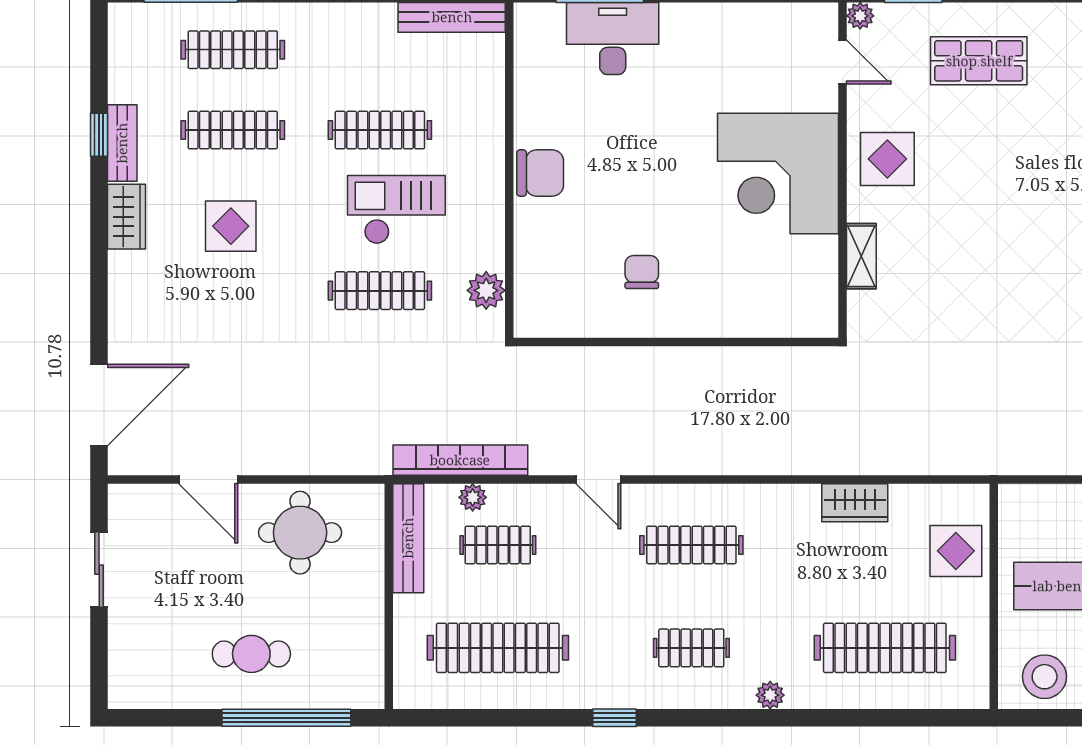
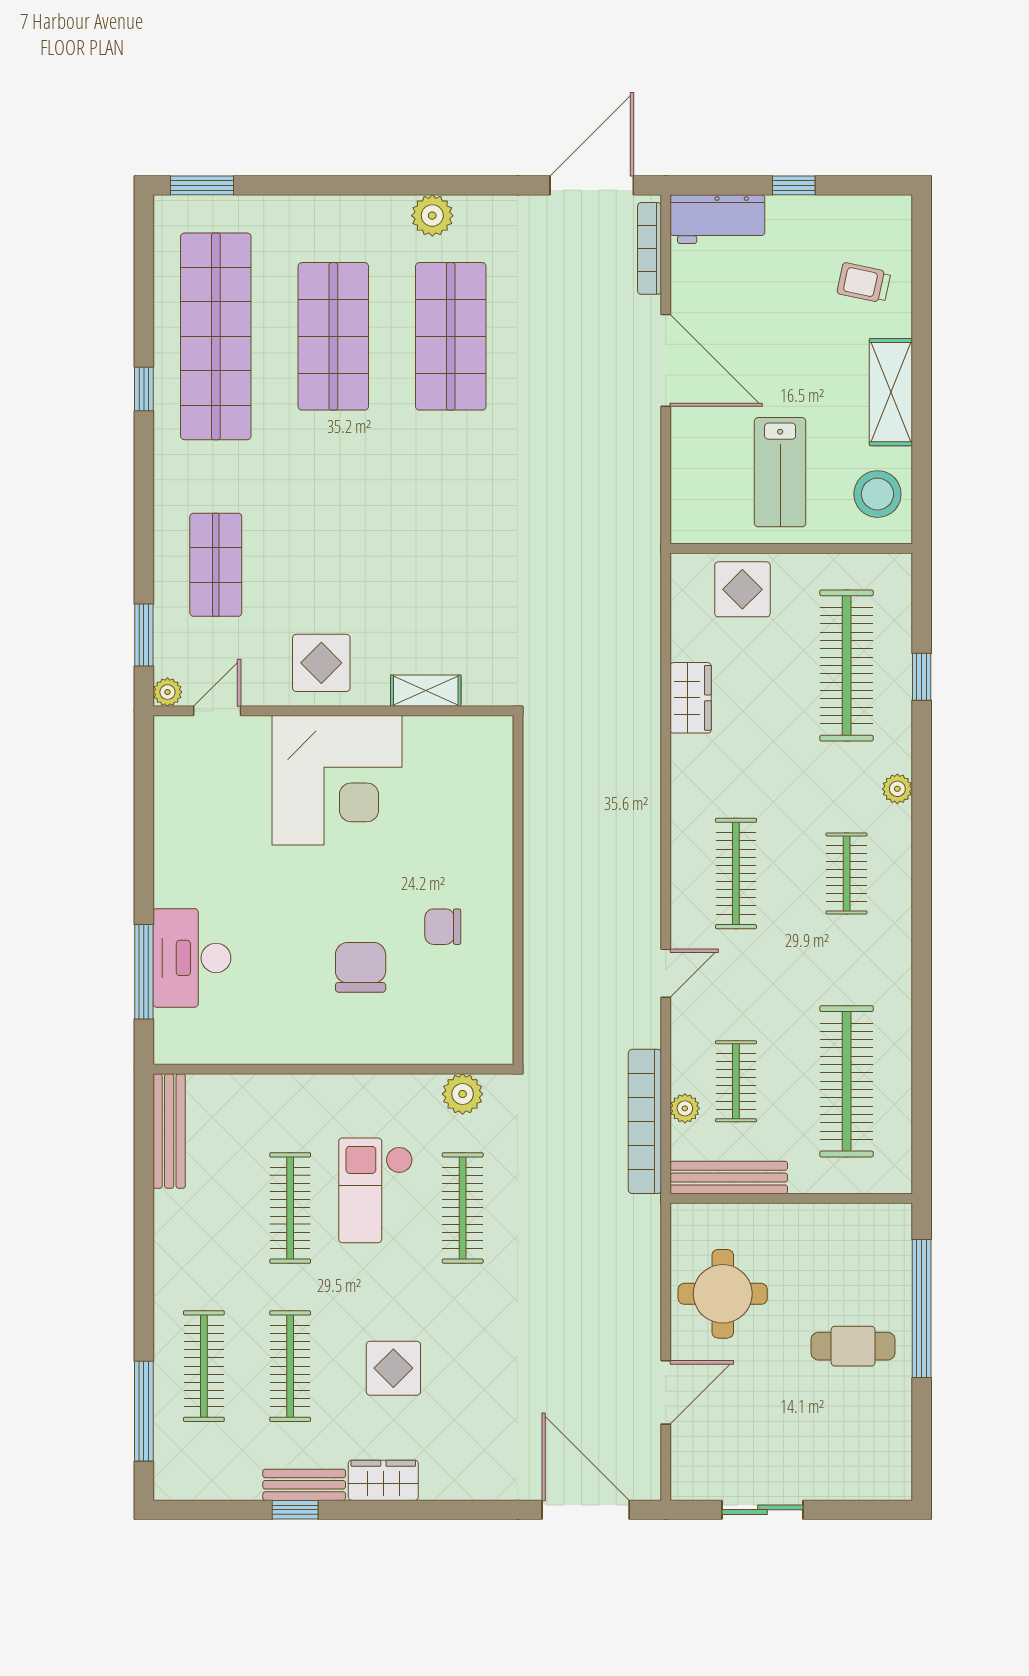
chair: (540, 173) -> (361, 967), moved
cafe table: (251, 654) -> (853, 1346), turned 90
window: (614, 718) -> (922, 677), moved

